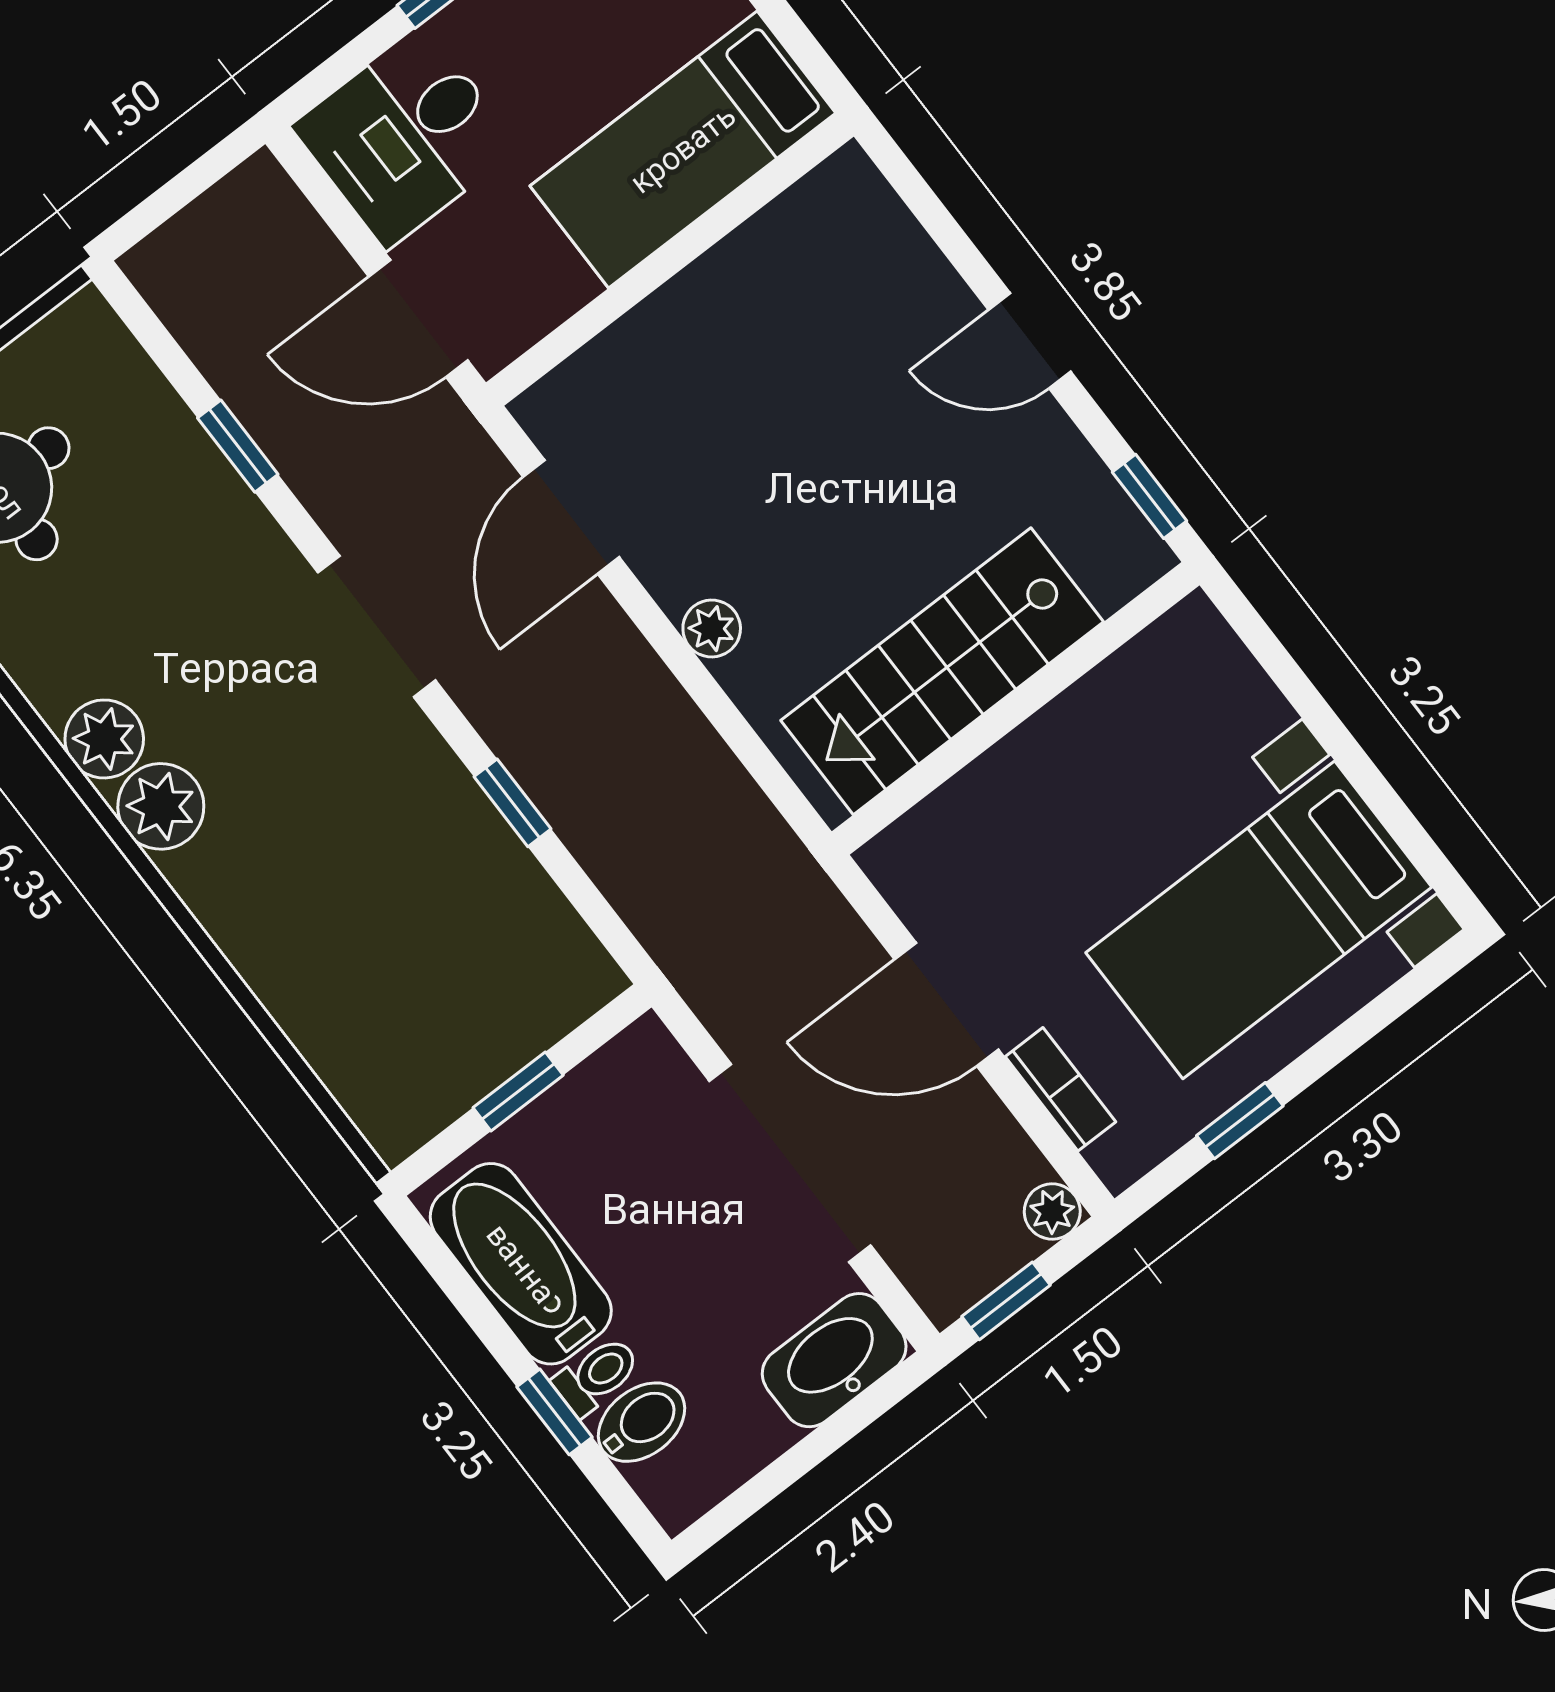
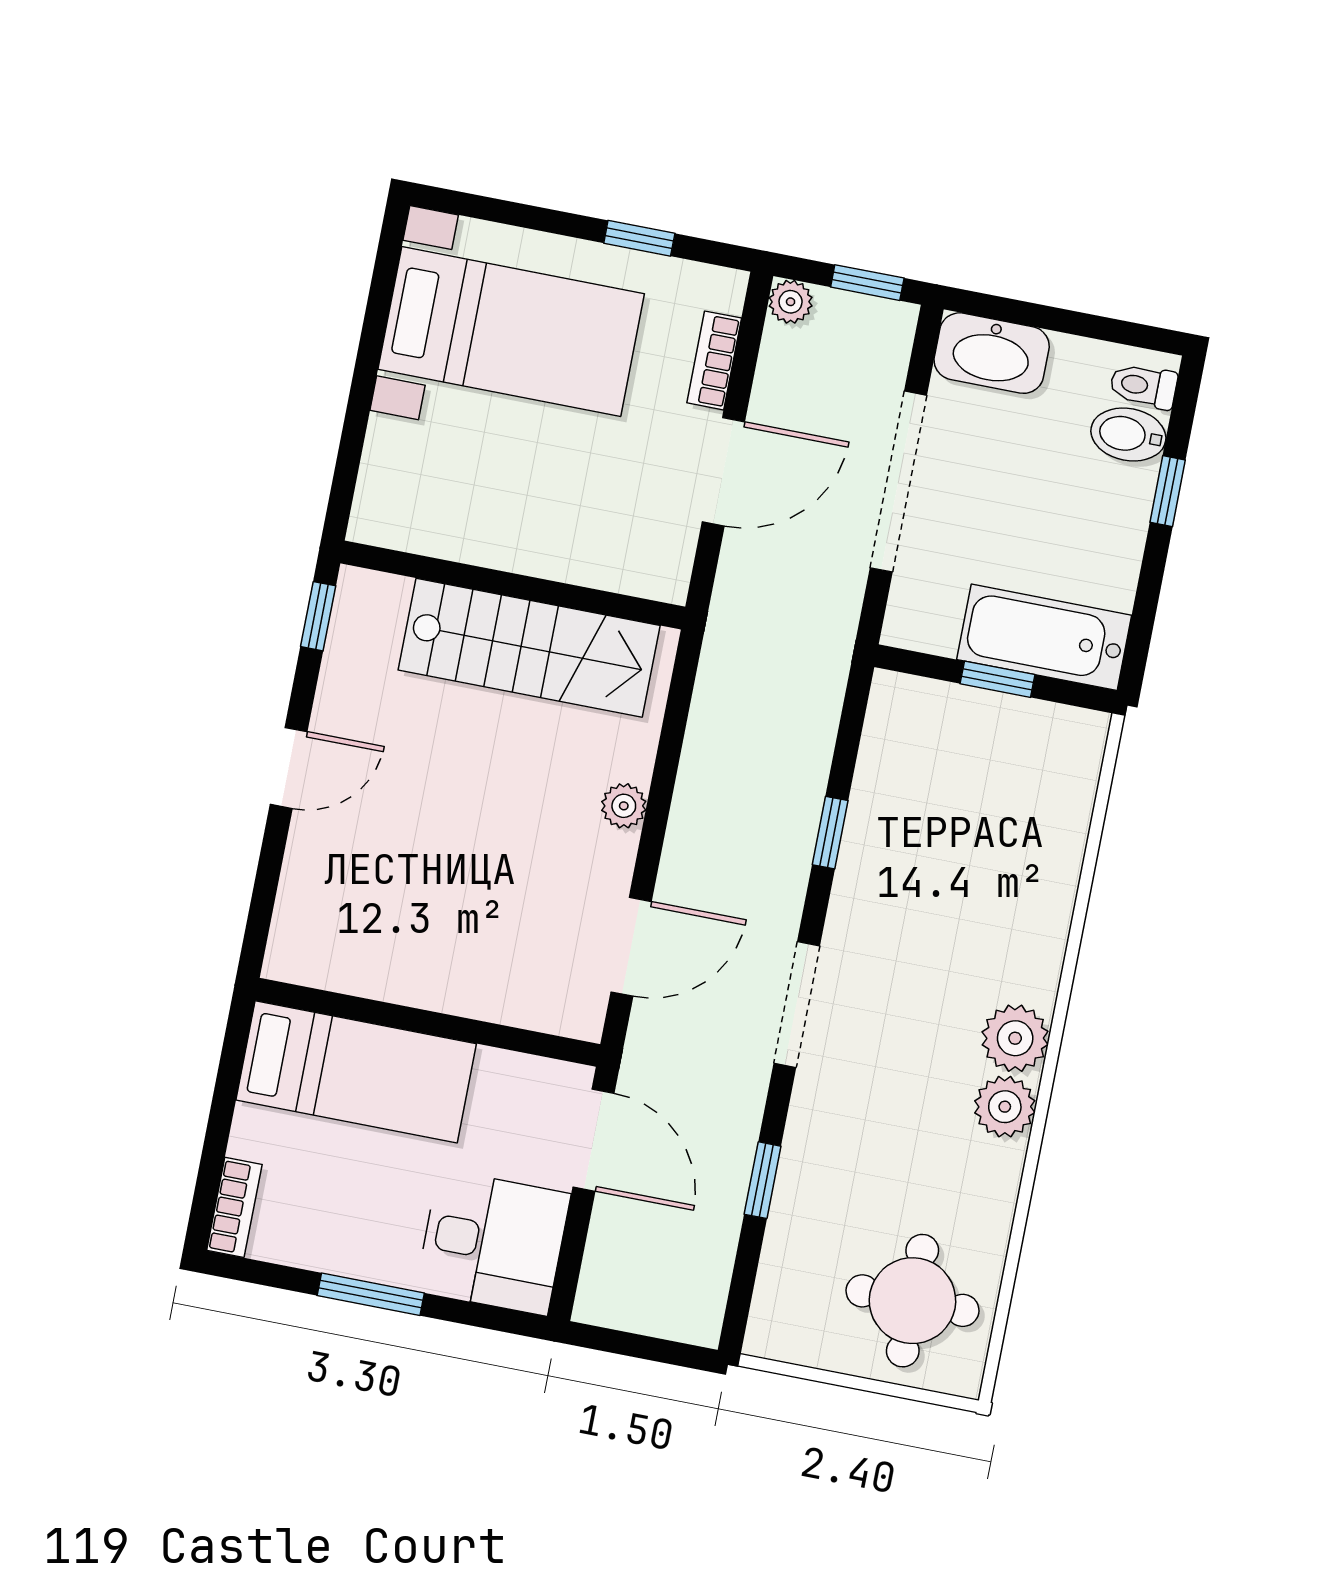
door: (1030, 341) -> (289, 768), hinge flipped
door: (946, 1005) -> (723, 472), hinge flipped
bathtub: (521, 1264) -> (1044, 637), moved, turned 90
toilet: (597, 1376) -> (1143, 386), moved

